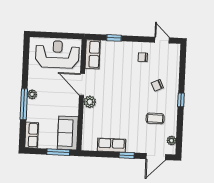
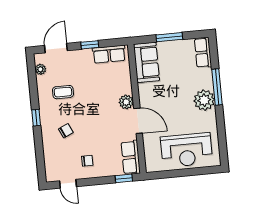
row of seats: (93, 54) -> (131, 157), moved
door: (82, 84) -> (138, 121), moved
plant: (32, 94) -> (204, 100), width x1.87, depth x1.87
wall: (81, 95) -> (137, 109), moved
plant: (90, 102) -> (126, 102), moved
sofa: (68, 133) -> (146, 62), moved

